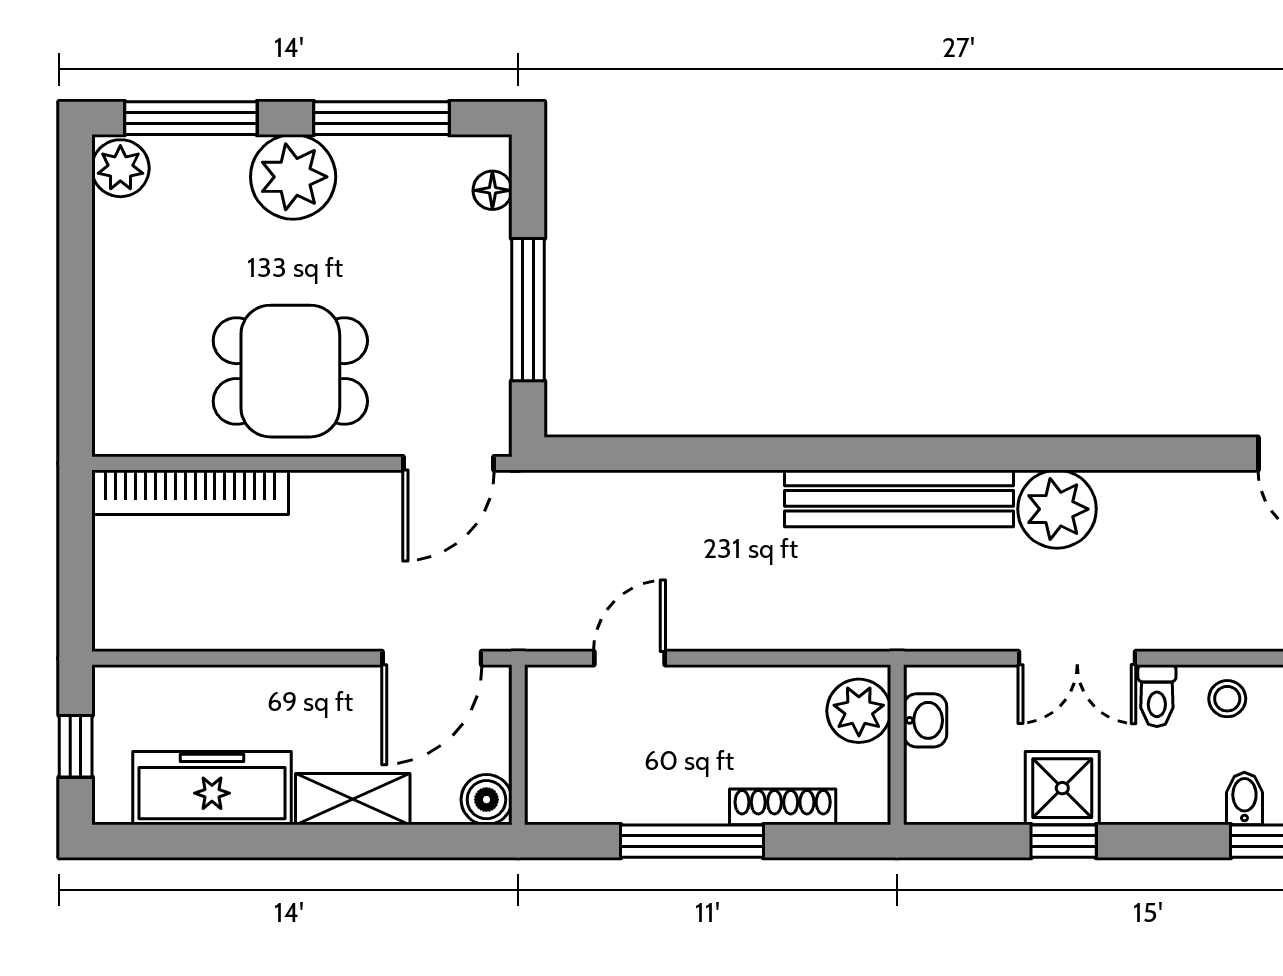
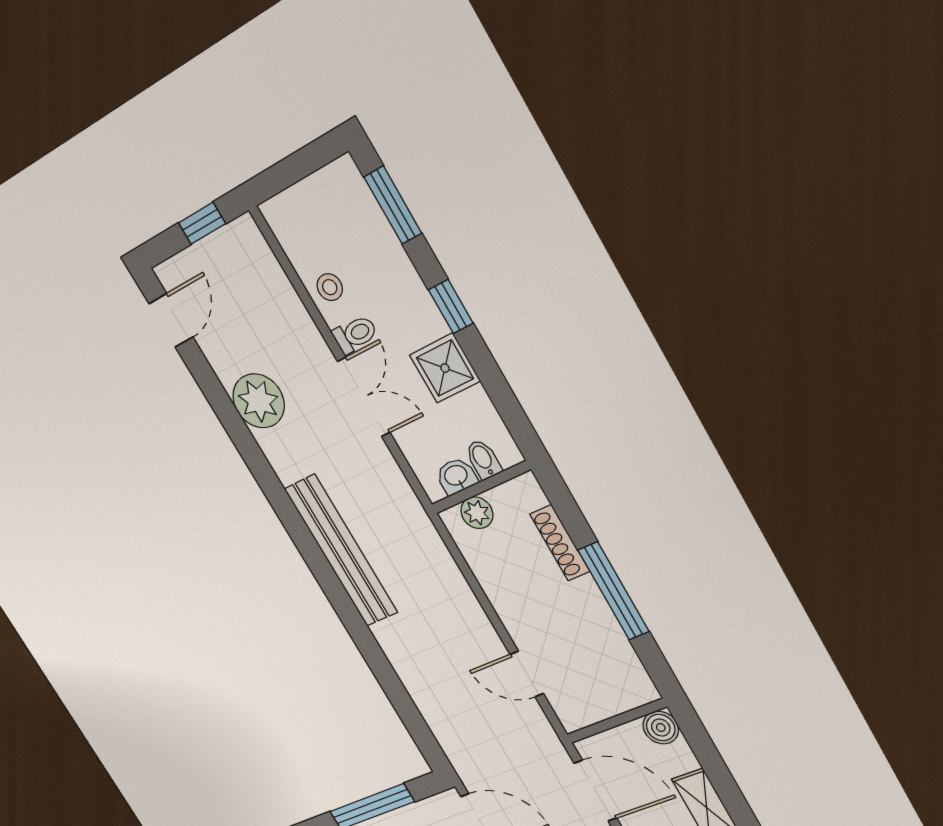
plant: (1057, 509) -> (259, 401), moved
plant: (859, 711) -> (477, 513), width x0.73, depth x0.73
bidet: (1244, 798) -> (483, 459), moved, turned 90
window: (1064, 841) -> (451, 306), moved

